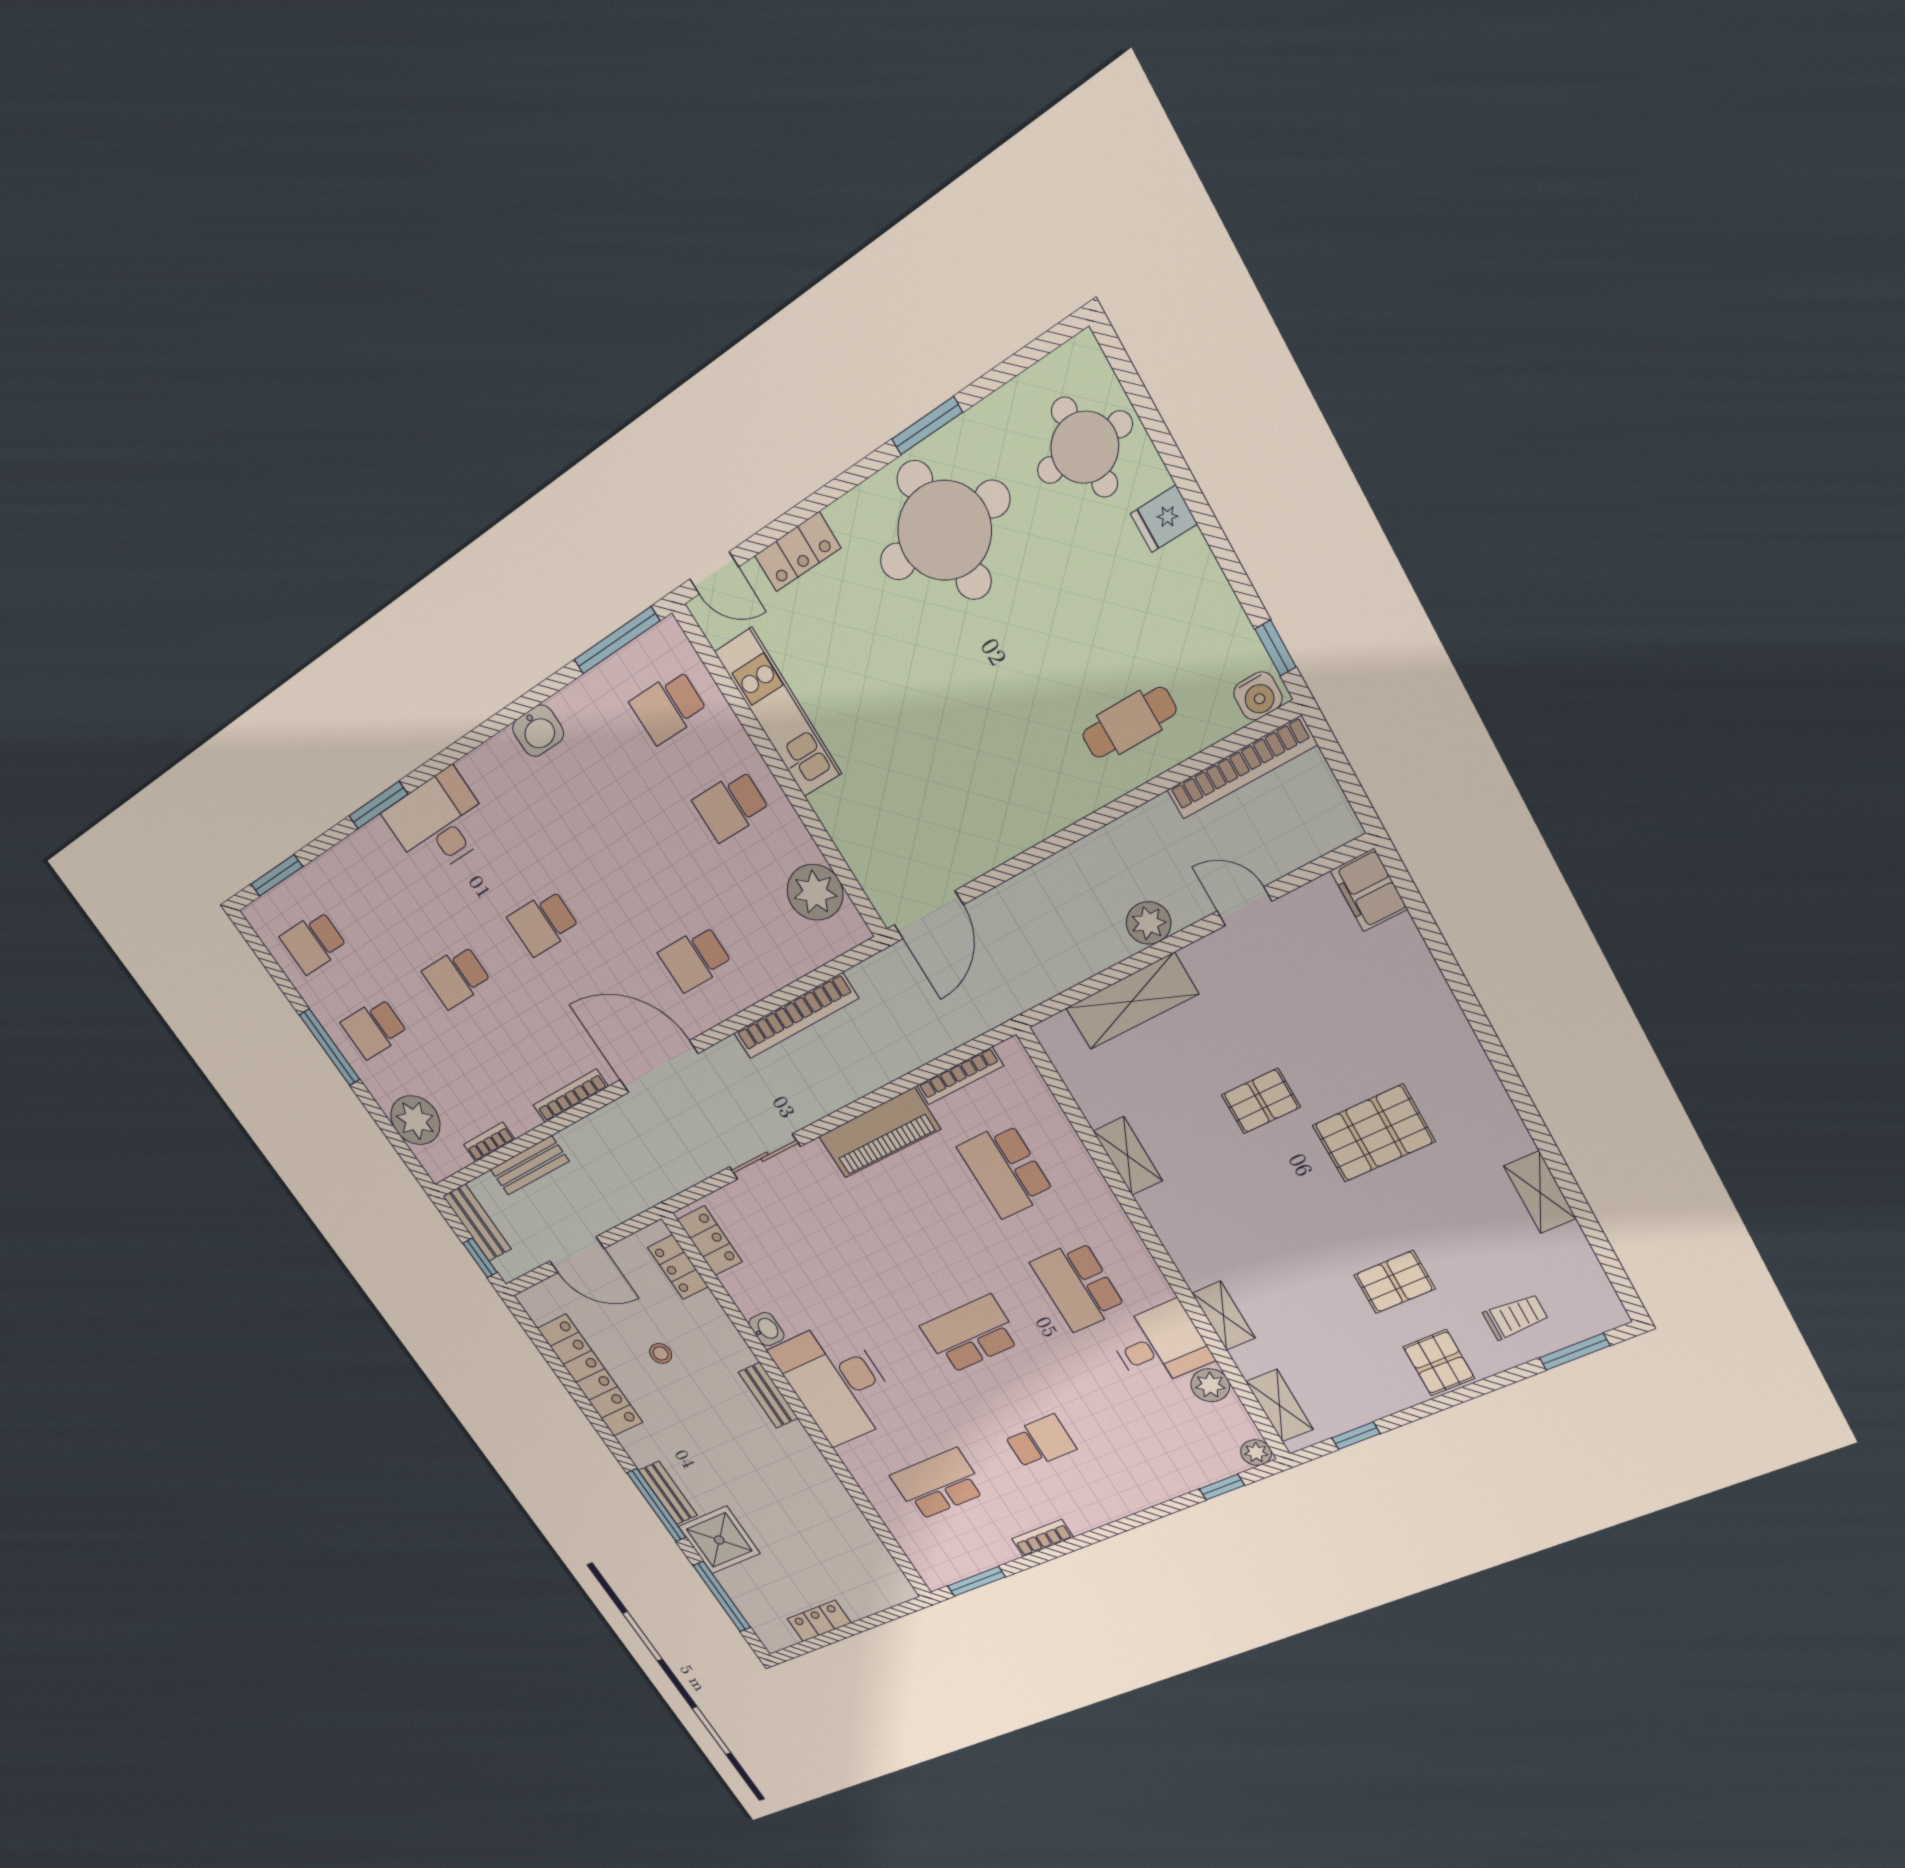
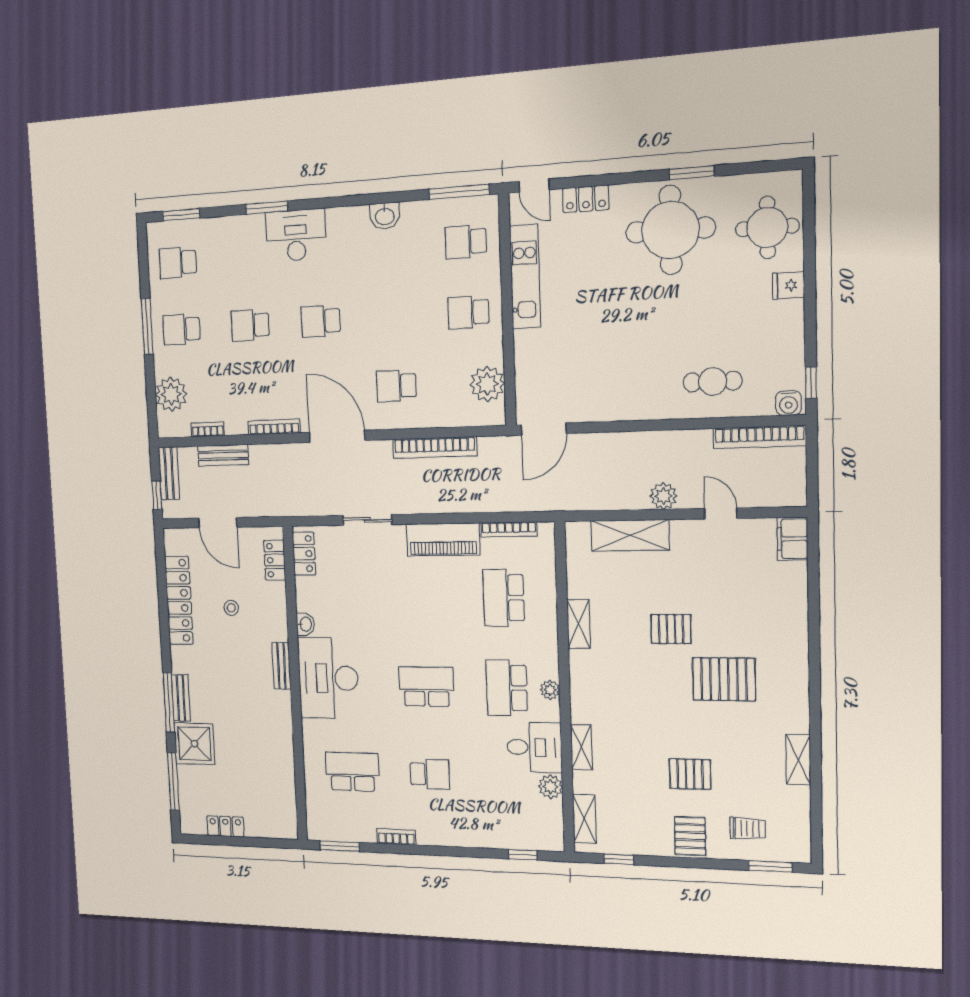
plant: (1256, 1453) -> (550, 690), moved

